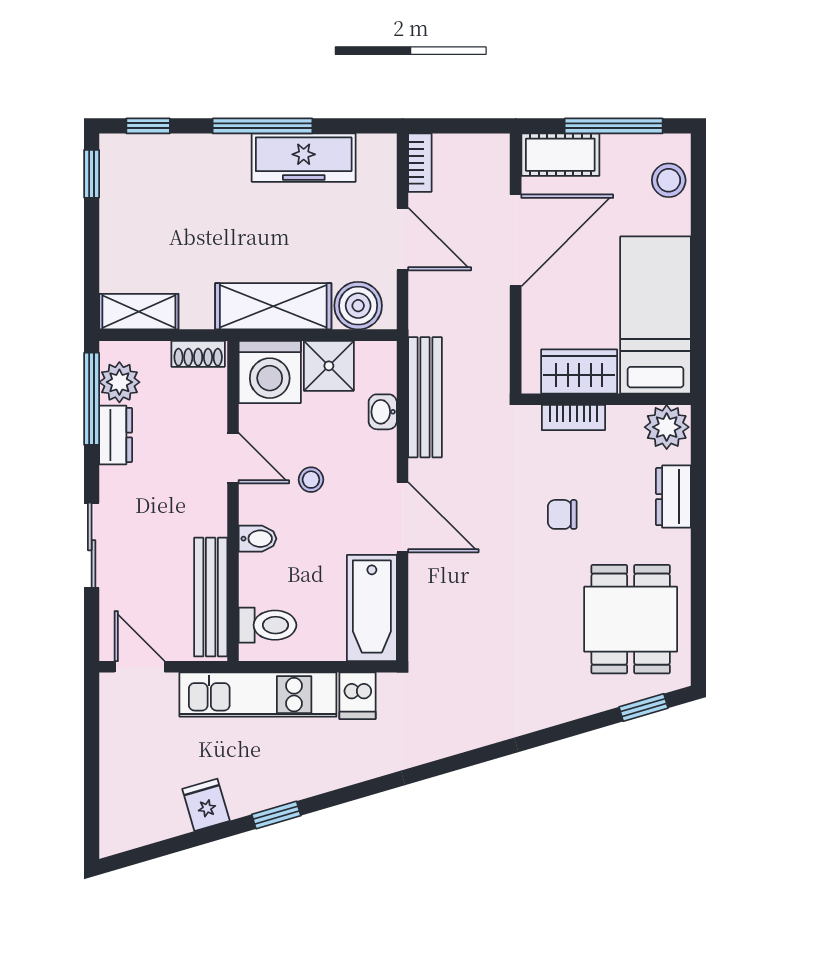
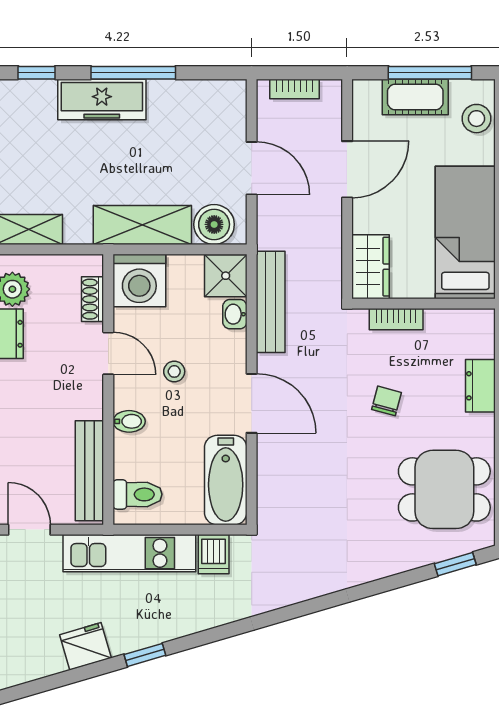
cot: (560, 155) -> (415, 97), moved
freezer: (304, 158) -> (102, 99), moved
bookcase: (420, 163) -> (295, 89), moved, turned 90
door: (516, 240) -> (347, 169), width x0.73
shoe rack: (198, 354) -> (93, 299), moved, turned 90
shower: (329, 366) -> (226, 276), moved
wardrobe: (579, 372) -> (371, 267), moved, turned 90
plant: (667, 427) -> (475, 327), removed
chair: (562, 514) -> (387, 401), turned 105
dining table: (631, 619) -> (444, 489), turned 90
fridge: (206, 805) -> (85, 646), width x1.38

